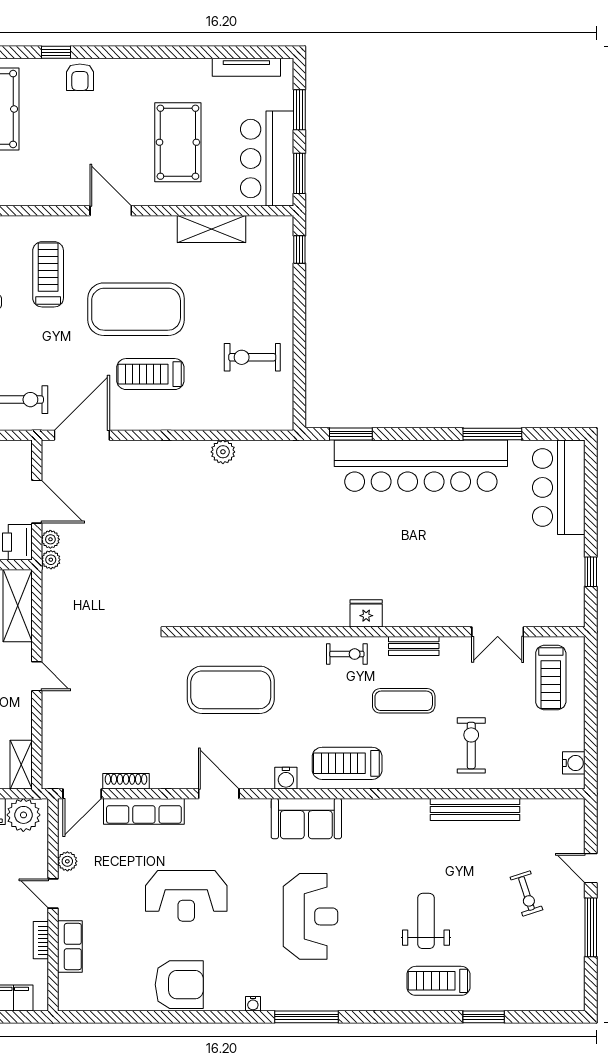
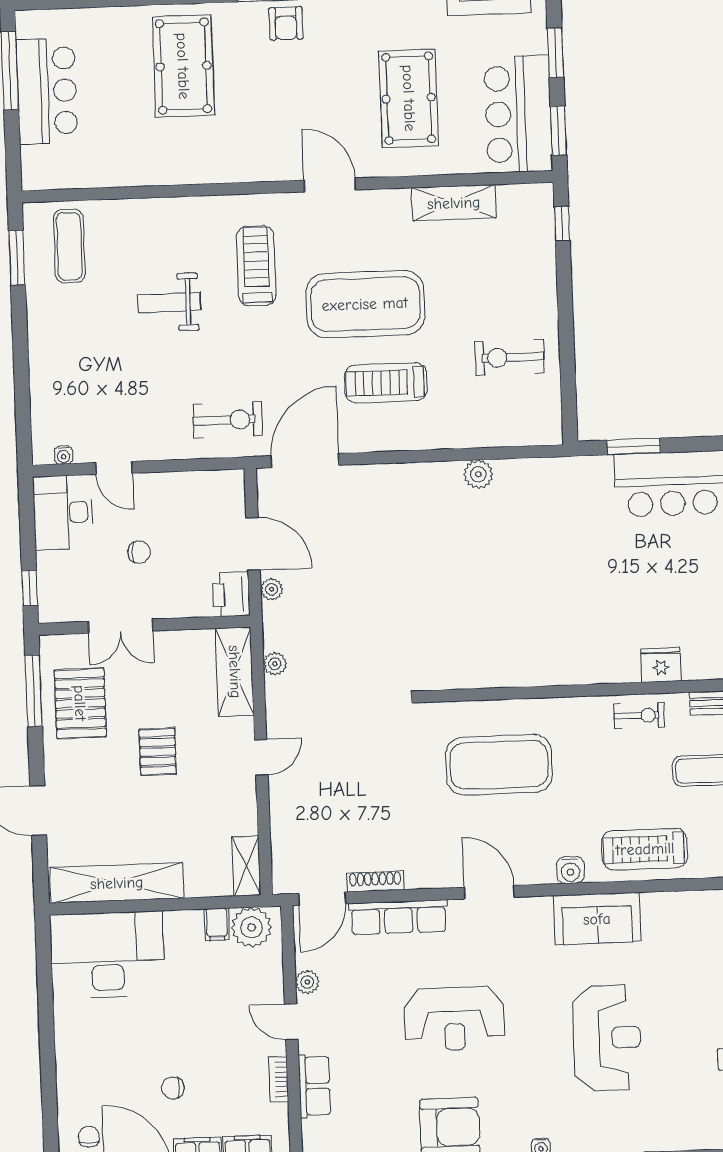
plant: (51, 560) -> (275, 664), moved
door: (37, 676) -> (261, 757), hinge flipped

